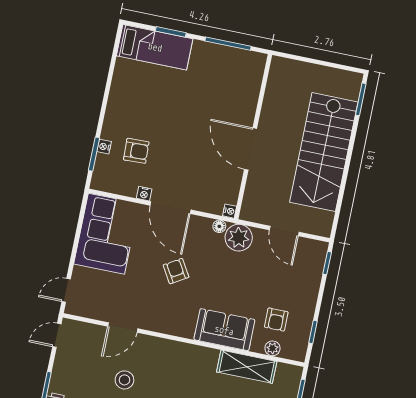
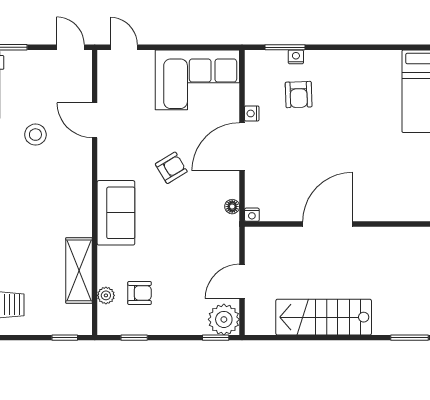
stairs: (324, 152) -> (324, 317), width x0.73, depth x0.66
plant: (239, 238) -> (224, 319), moved
armchair: (276, 320) -> (140, 293), turned 180
sofa: (224, 330) -> (116, 213), moved

